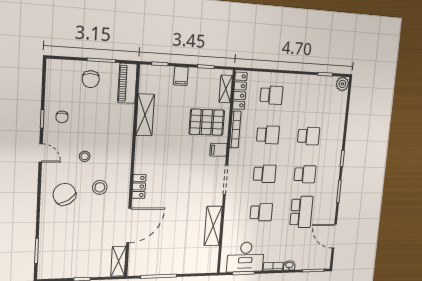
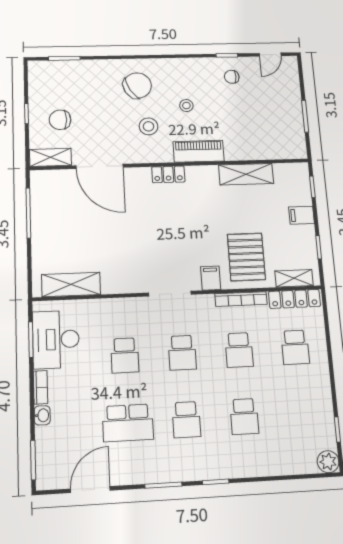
chair: (91, 79) -> (60, 120), moved
piano: (127, 83) -> (199, 151), moved
door: (41, 153) -> (270, 55), moved
locker: (139, 186) -> (168, 174), moved
shelving: (213, 226) -> (71, 284), moved

